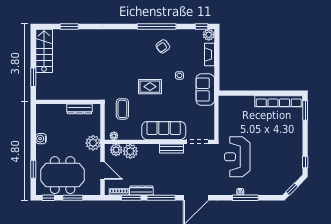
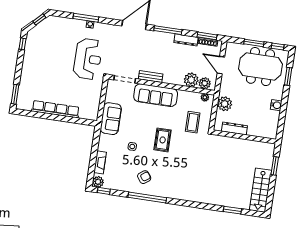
rug: (150, 87) -> (163, 140), turned 90
sofa: (205, 90) -> (111, 119), moved
row of seats: (279, 101) -> (56, 109), moved
plant: (93, 143) -> (225, 104), moved
window: (131, 198) -> (207, 36), moved

